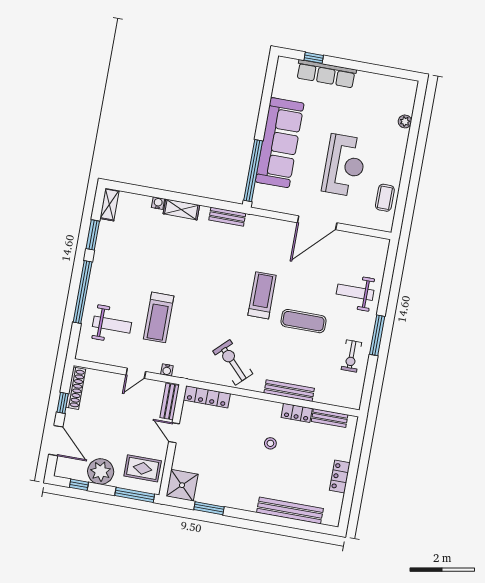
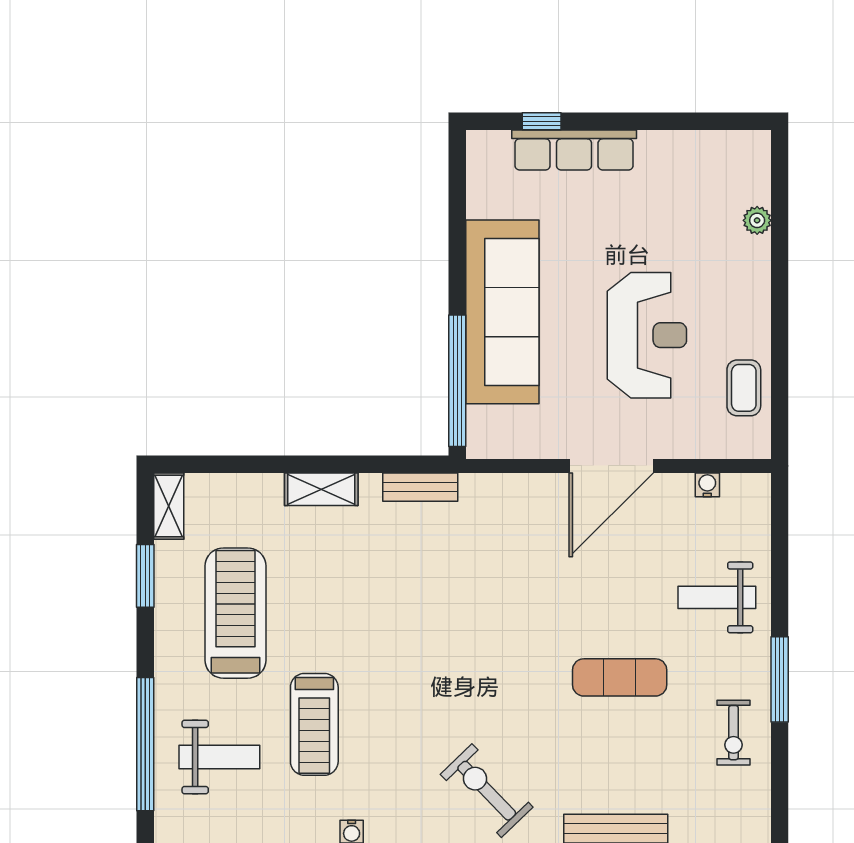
water cooler: (158, 203) -> (707, 485), moved
window: (83, 292) -> (145, 744), moved
treadmill: (262, 295) -> (236, 613), moved, width x1.37, depth x1.38

